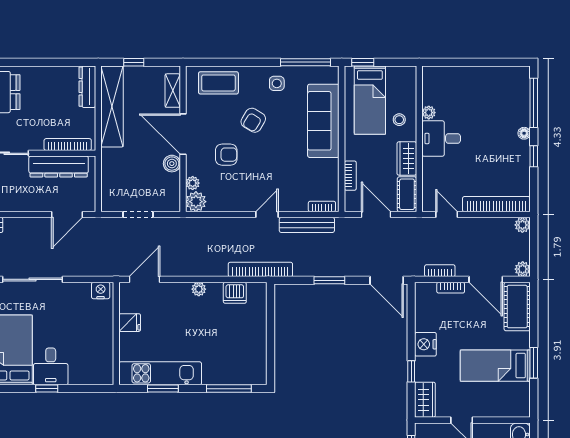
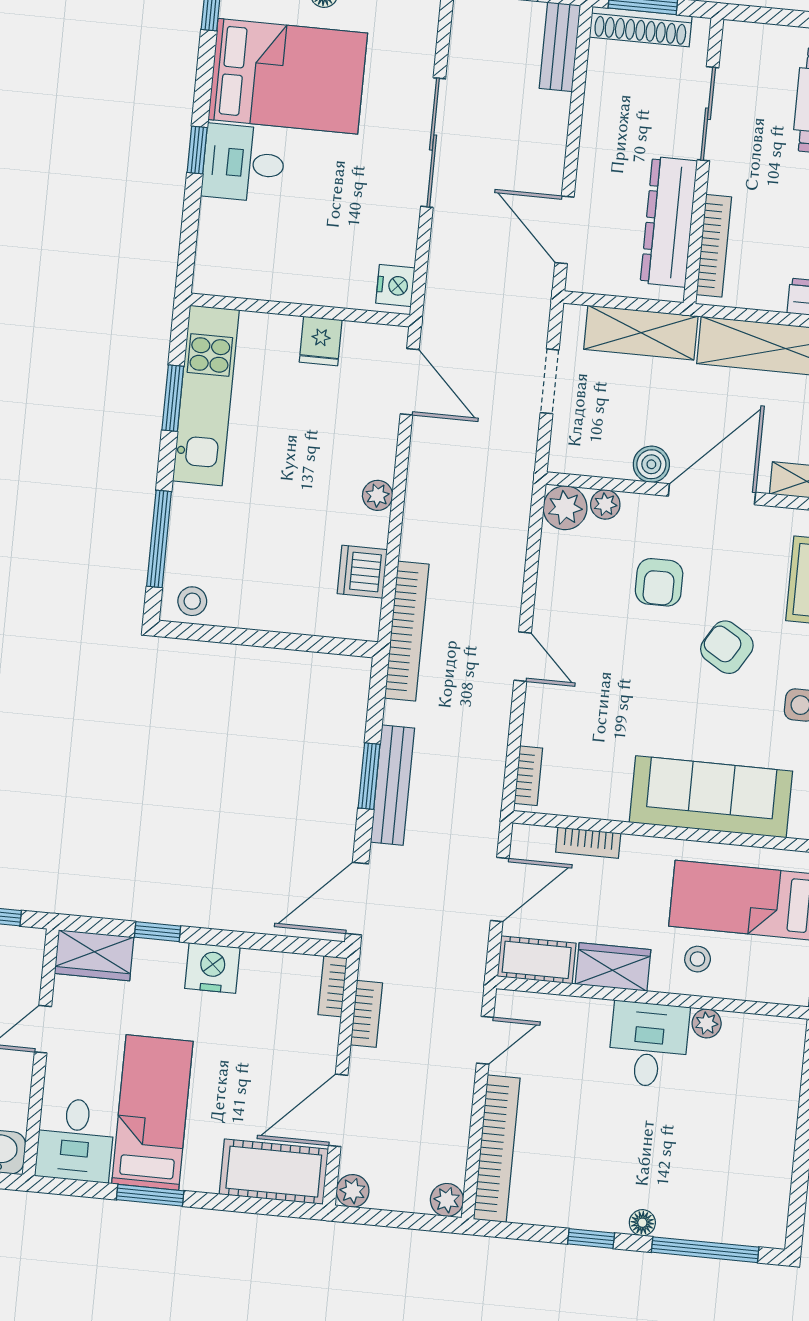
shelving: (111, 174) -> (641, 333), added
bench: (307, 225) -> (392, 785), moved
bookcase: (451, 288) -> (333, 986), moved
stool: (256, 370) -> (192, 601), added
desk: (511, 400) -> (75, 1140), added

